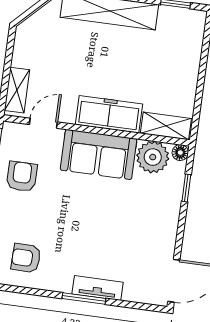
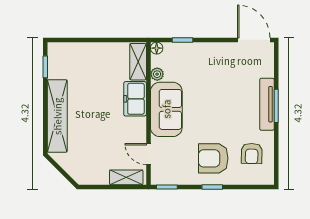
freezer: (109, 114) -> (135, 99), width x0.71
plant: (153, 157) -> (157, 74), width x0.53, depth x0.53
armchair: (22, 176) -> (213, 158), moved, width x1.38, depth x1.38
tv unit: (98, 288) -> (267, 104), width x1.41

